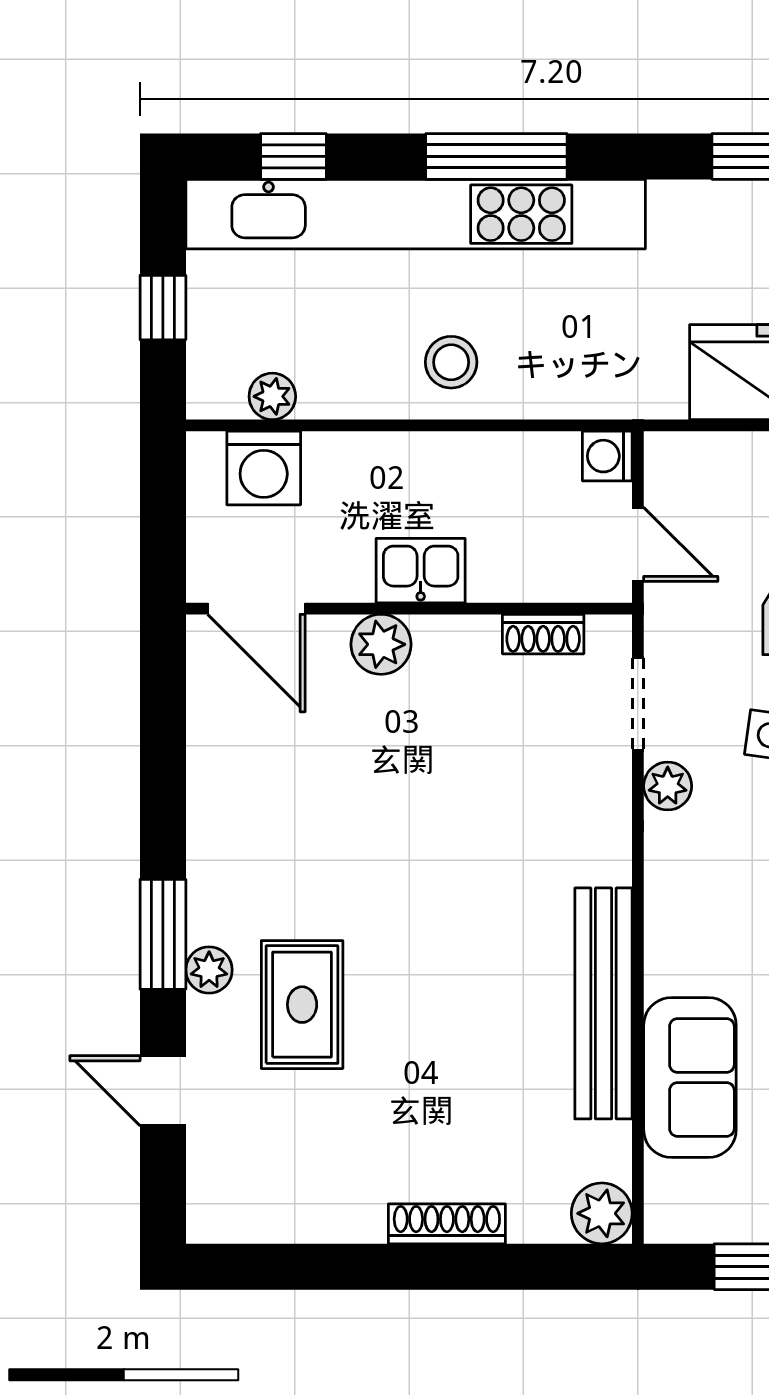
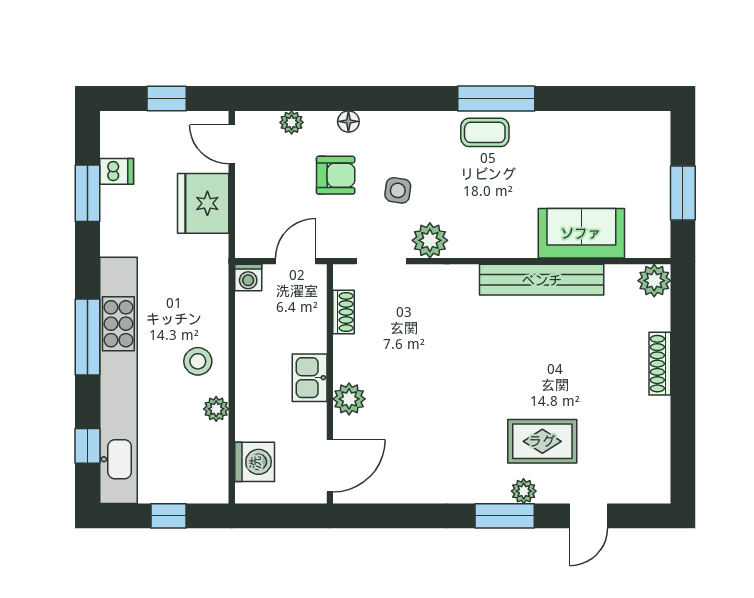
plant: (272, 396) -> (216, 409), moved
plant: (668, 786) -> (430, 240), width x1.38, depth x1.38

